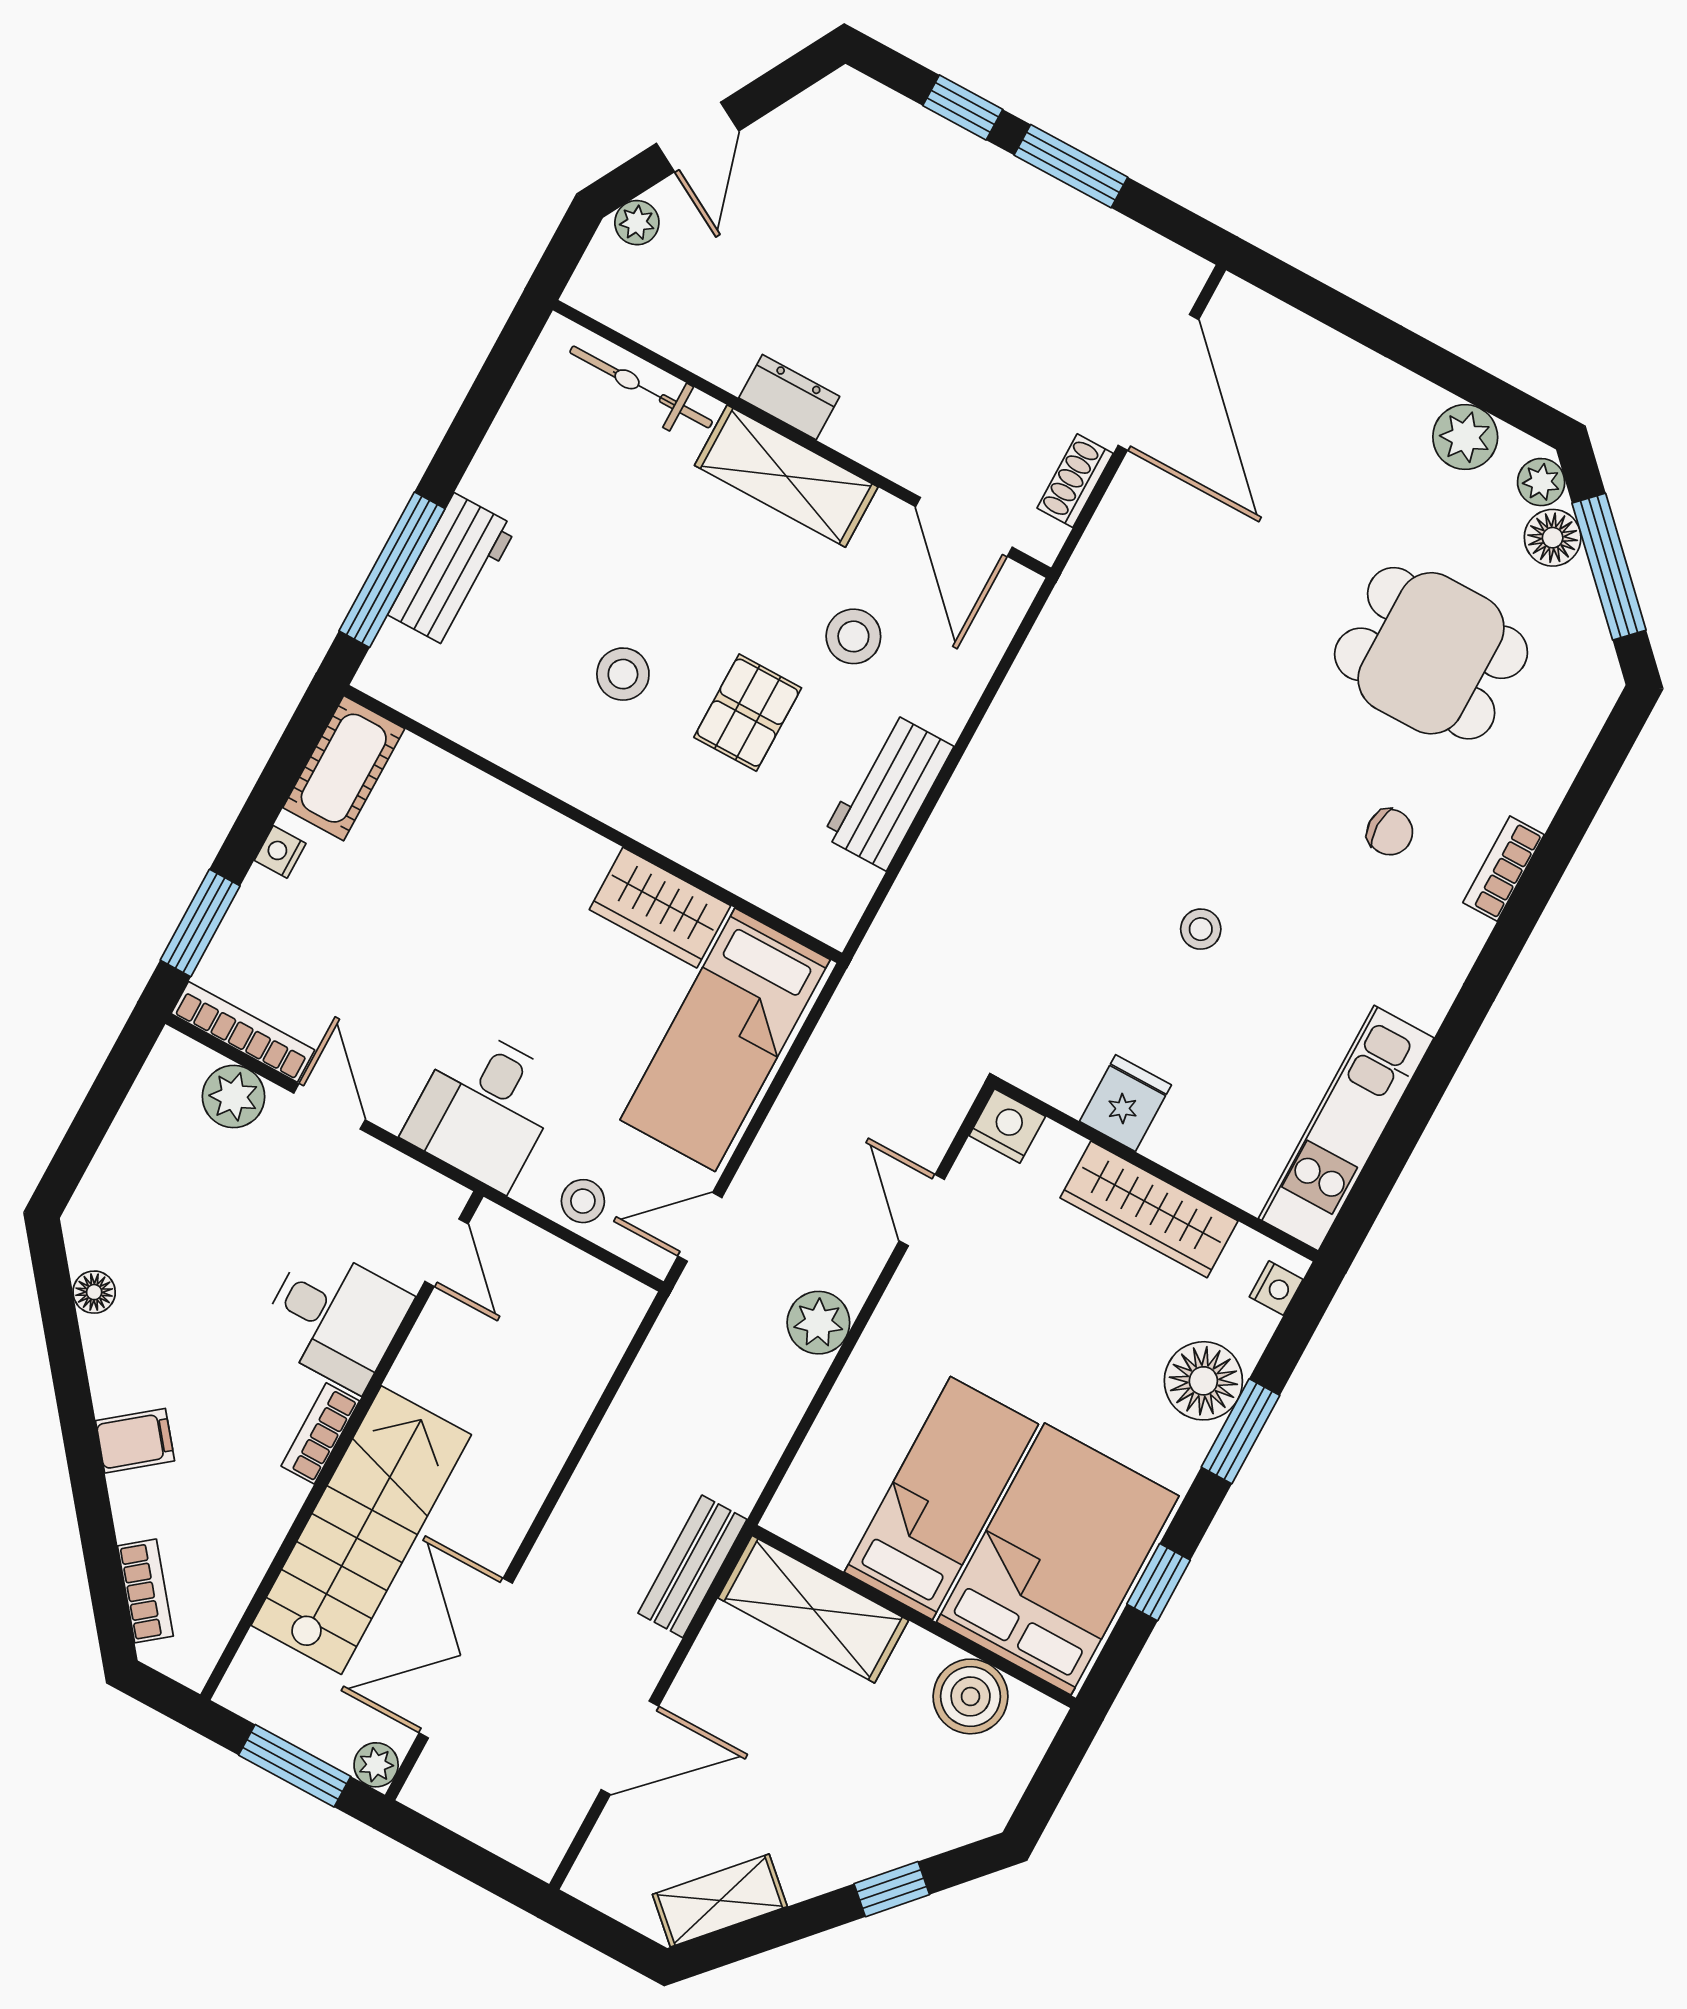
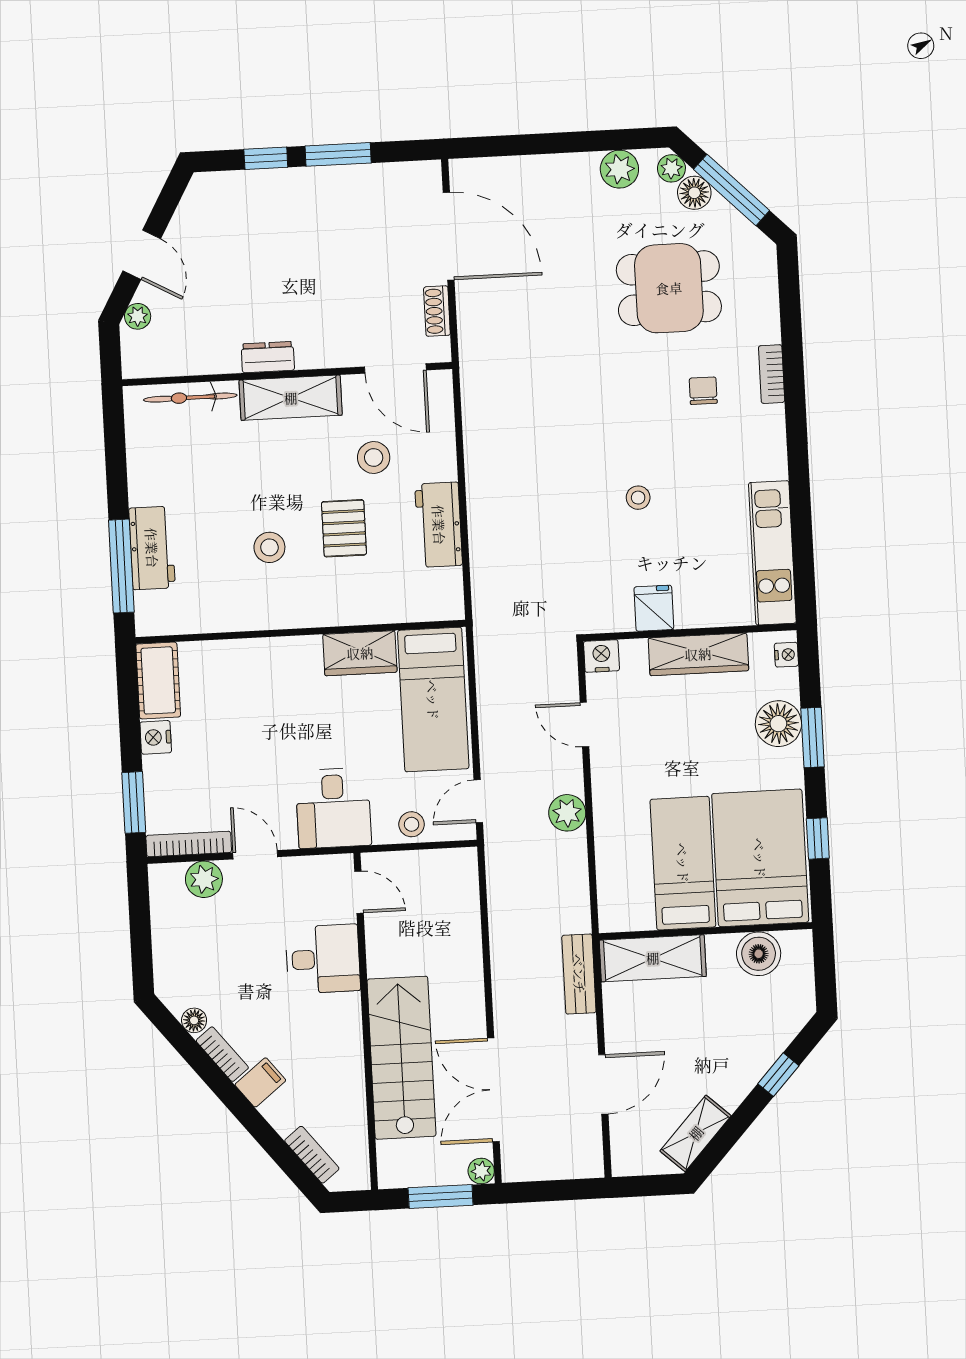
chair: (1390, 832) -> (703, 391), turned -90
nightstand: (280, 852) -> (156, 737), width x1.39, depth x1.35
bookcase: (320, 1433) -> (222, 1054), moved, turned 141

